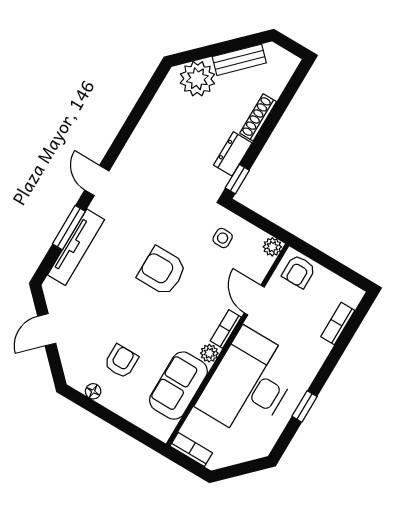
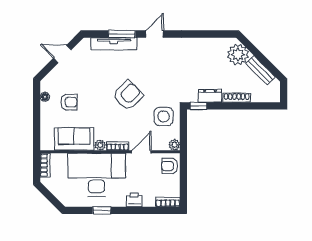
side table: (223, 238) -> (164, 116), width x1.87, depth x1.87
armchair: (162, 271) -> (128, 95), turned 45
bookcase: (338, 323) -> (168, 202), moved
printer: (317, 351) -> (134, 200), added

